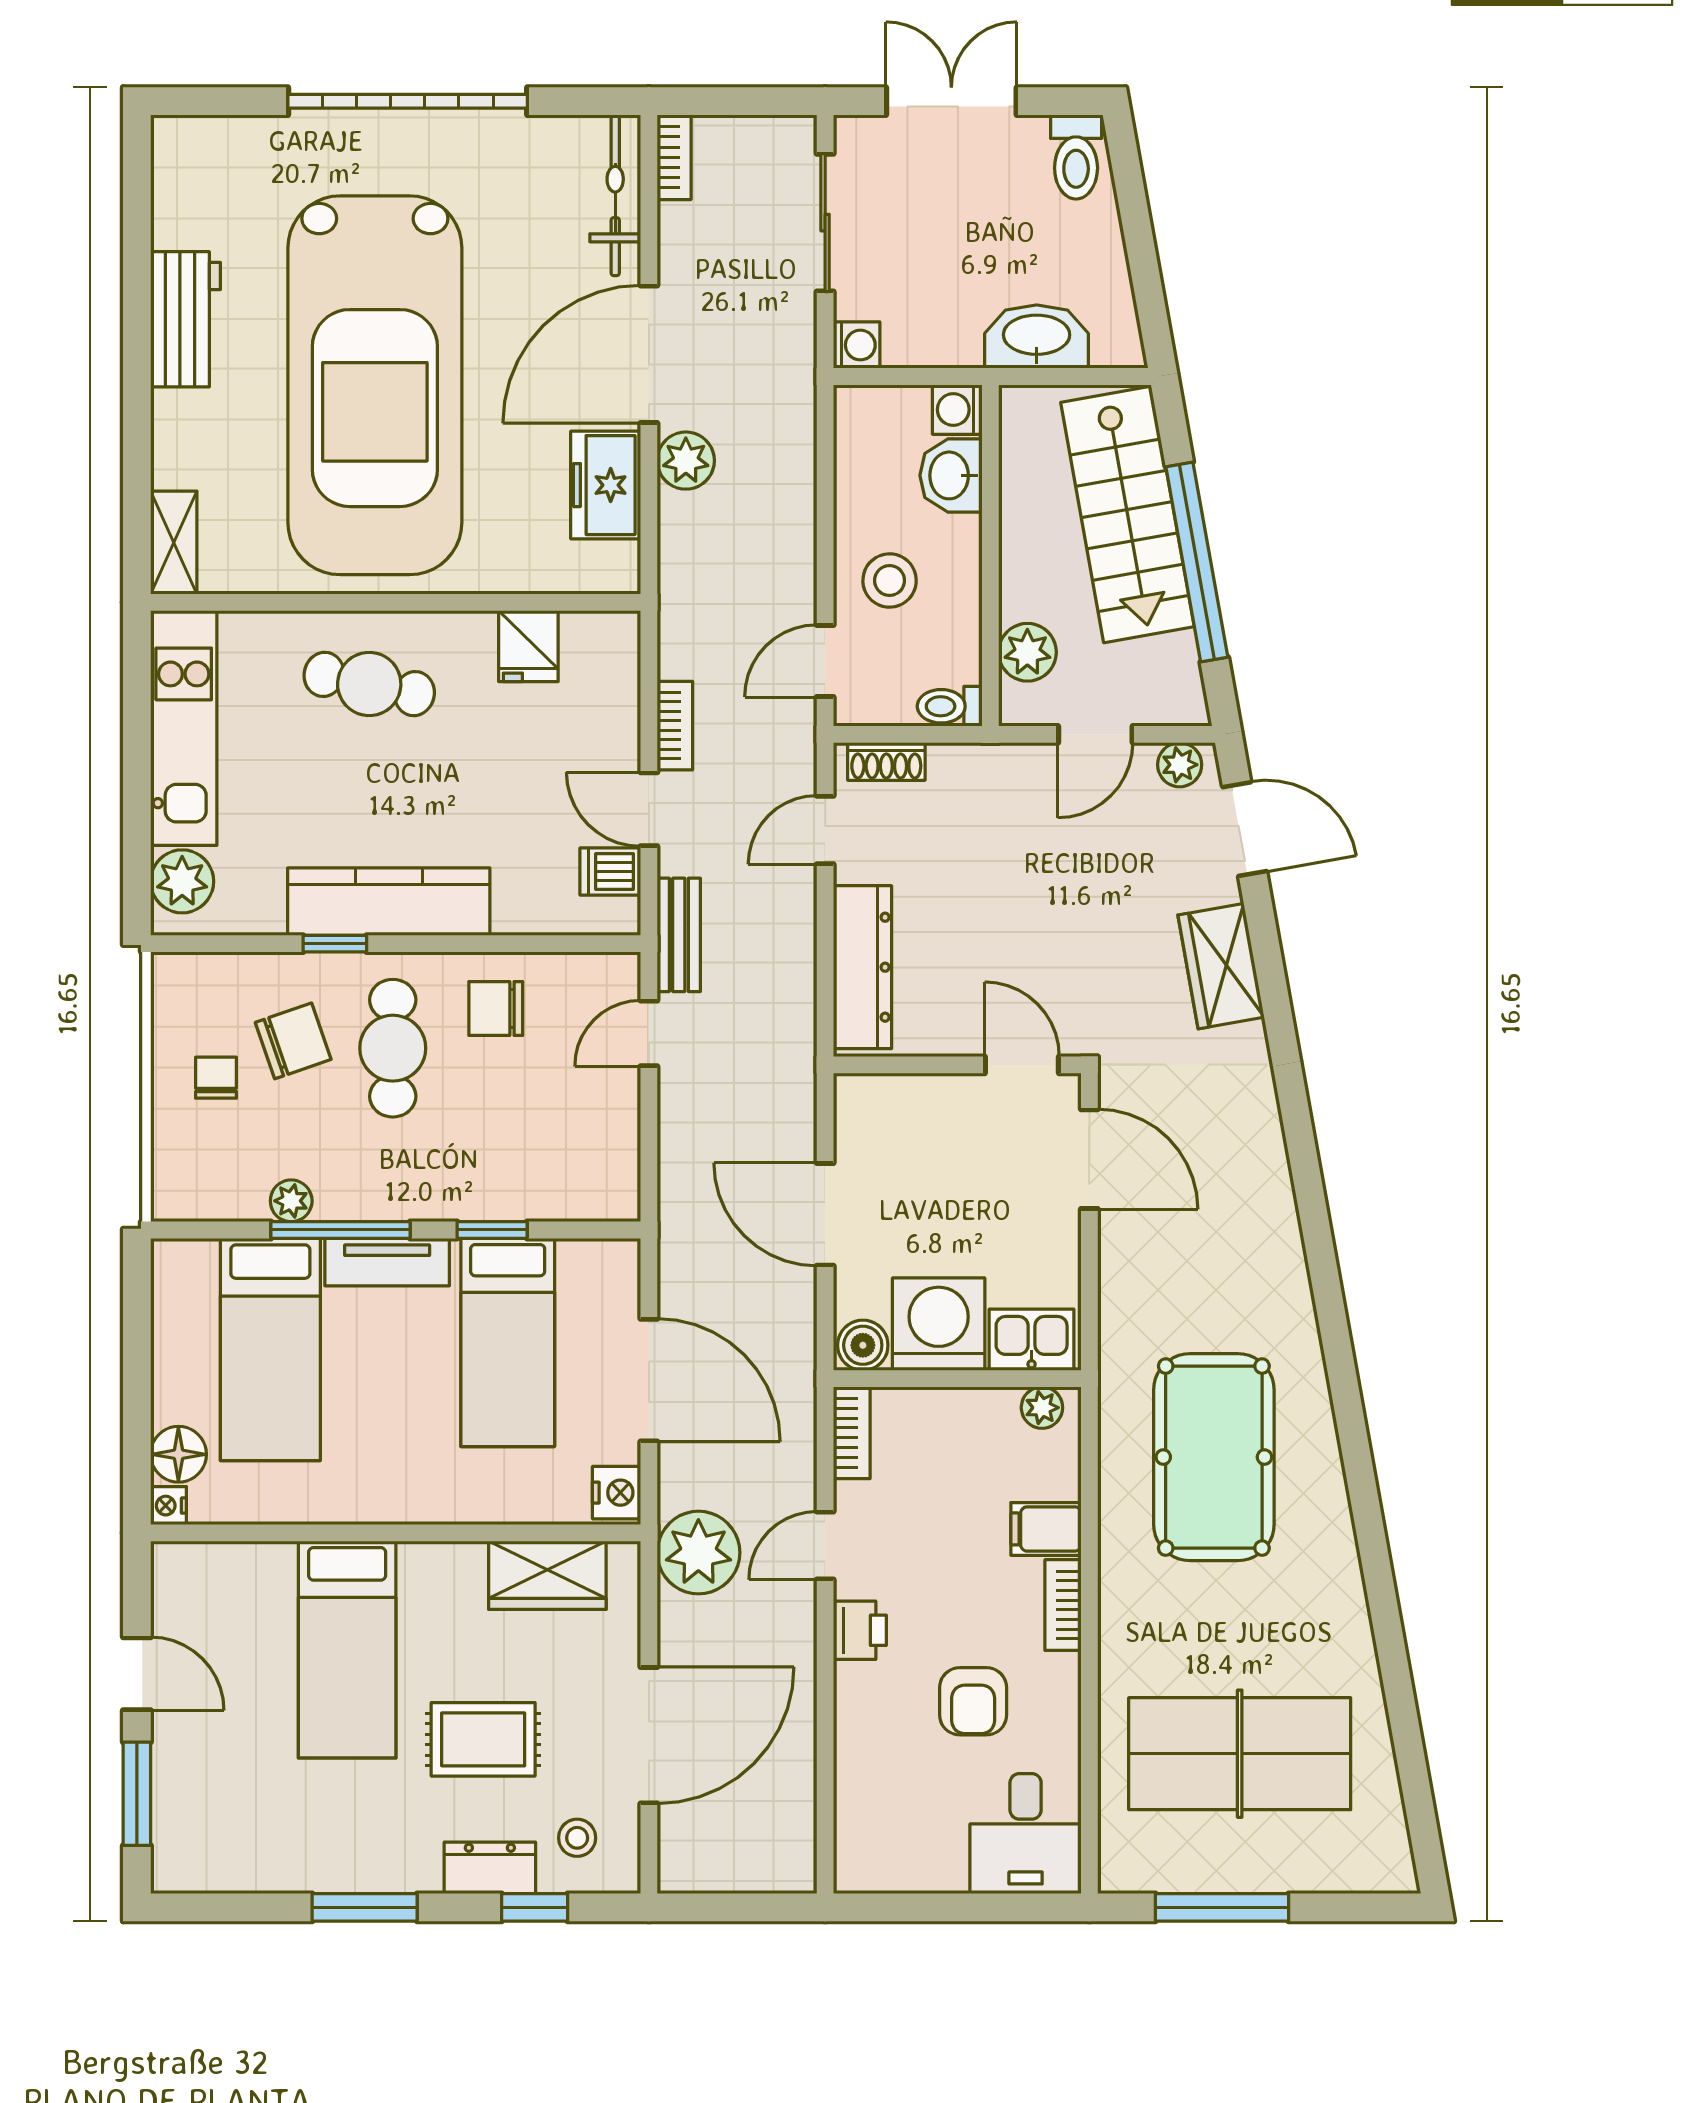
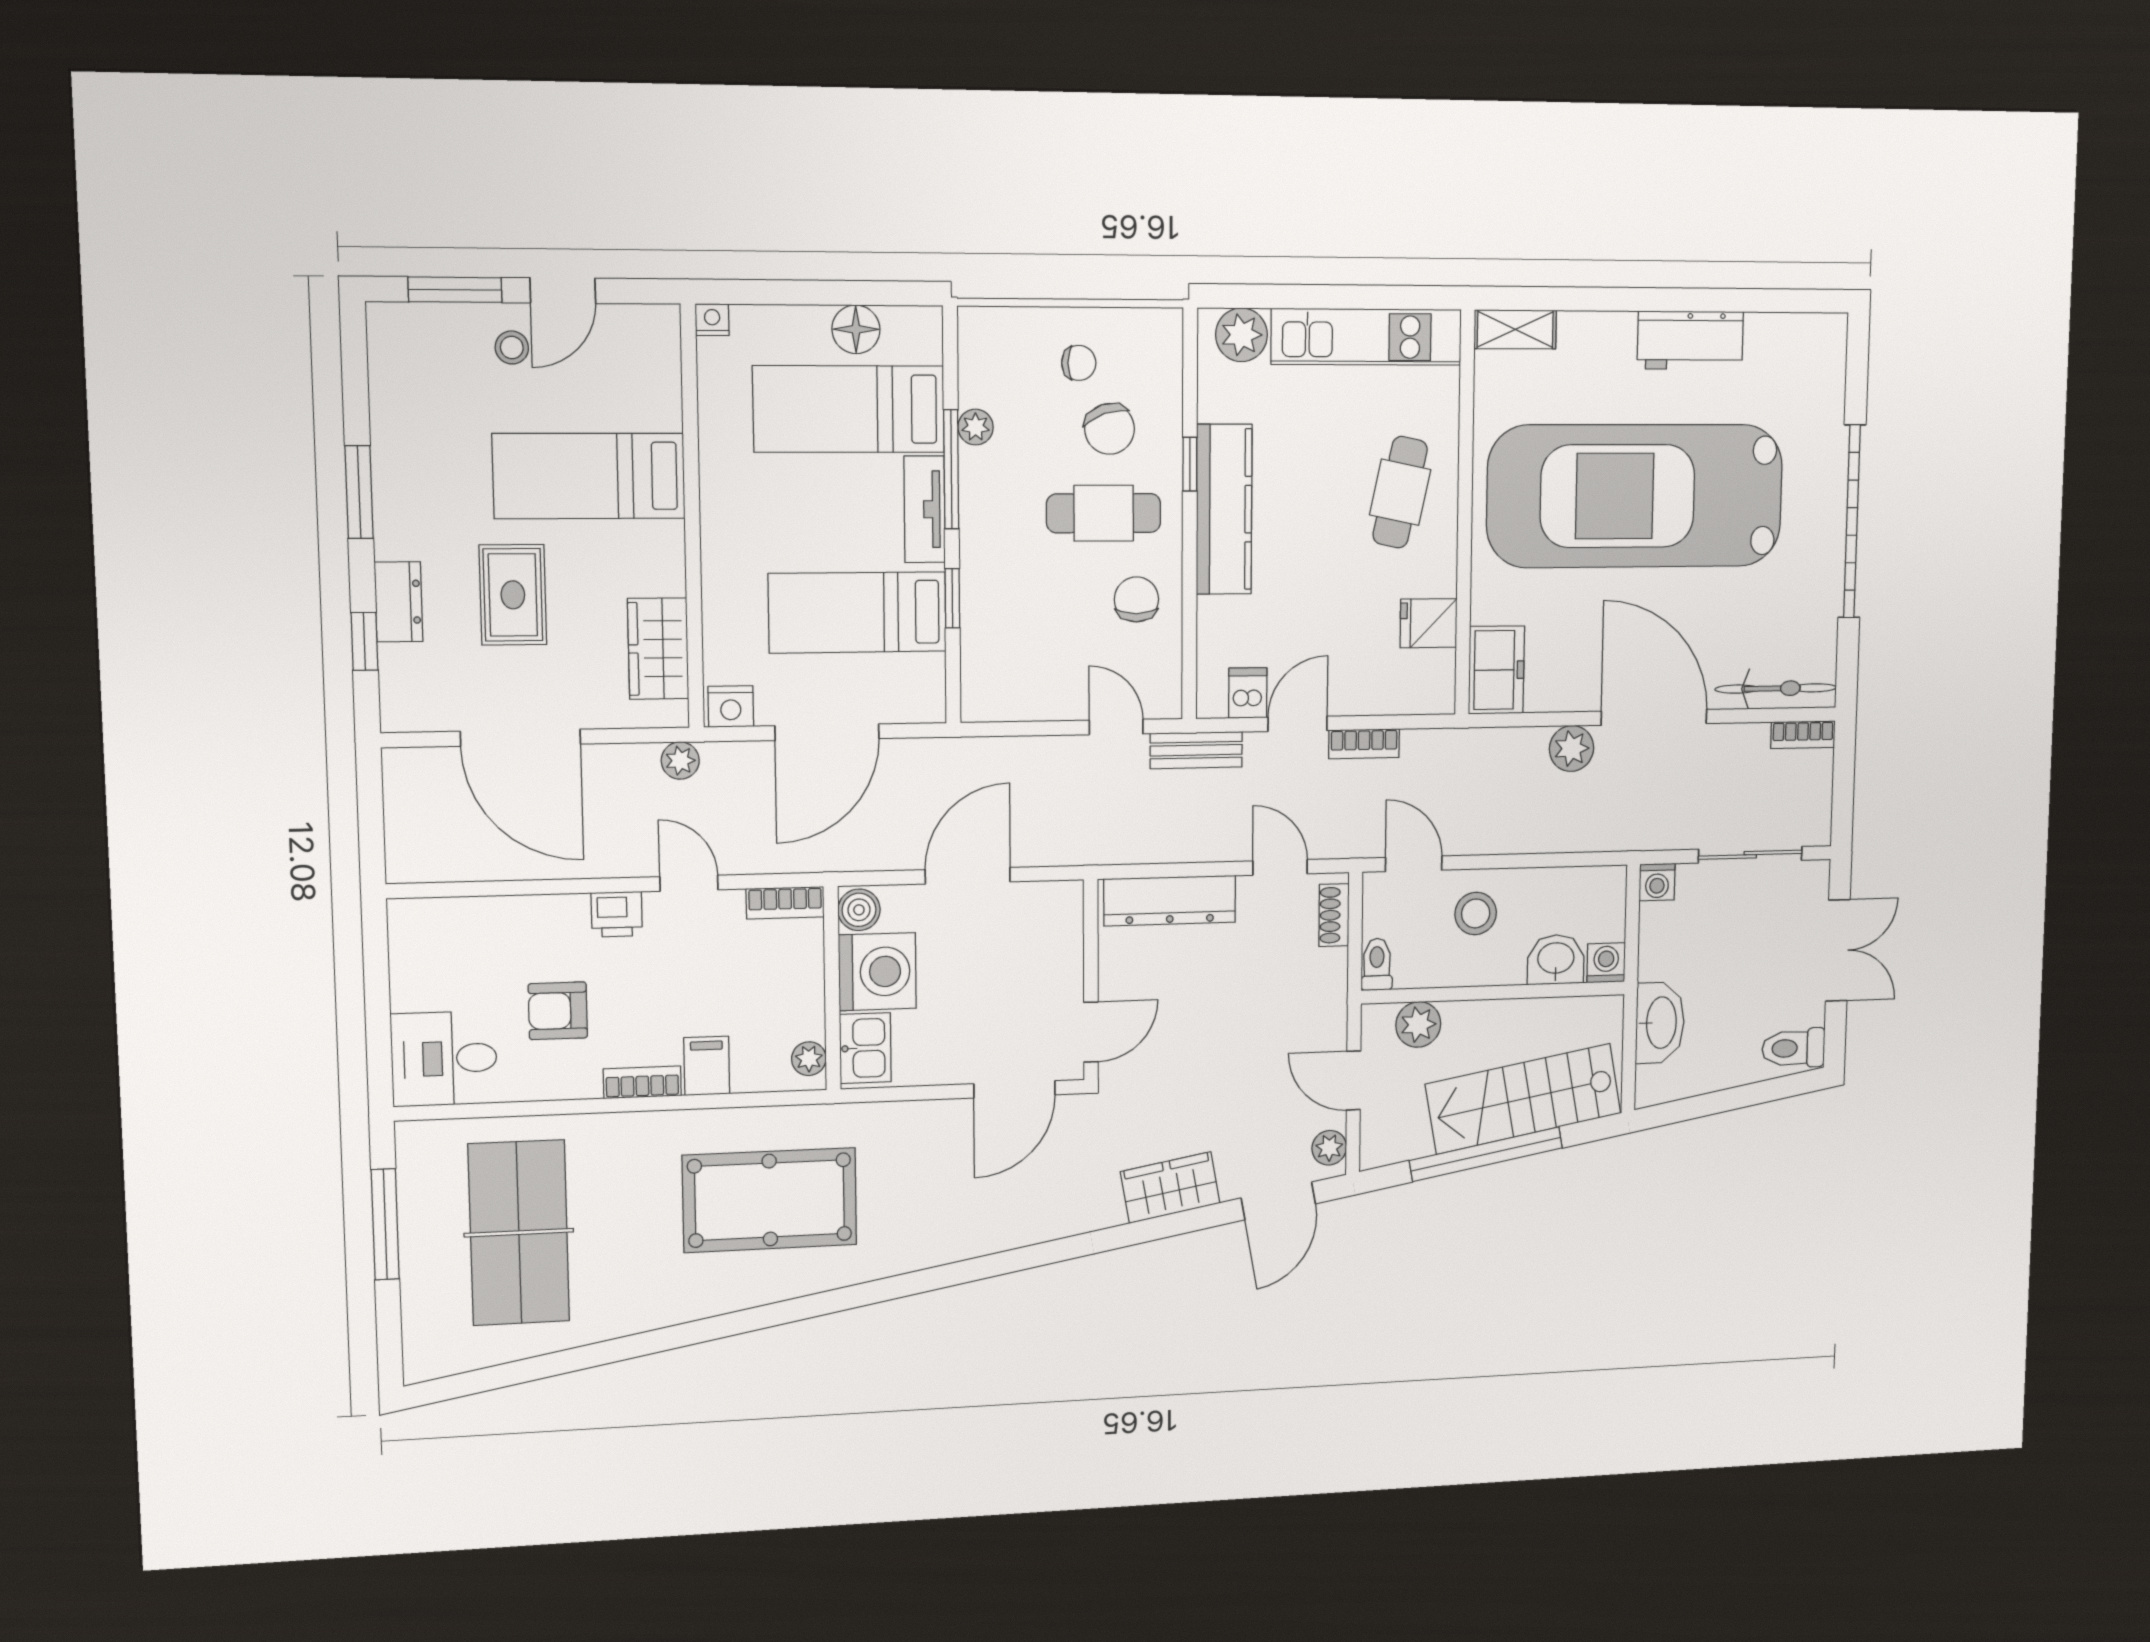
freezer: (606, 485) -> (1496, 670), moved, turned 90
floor lamp: (178, 1454) -> (856, 329), moved
plant: (698, 1553) -> (680, 761), width x0.53, depth x0.53
stool: (577, 1838) -> (512, 348), moved

